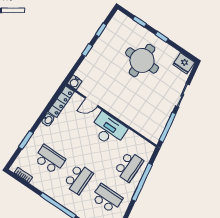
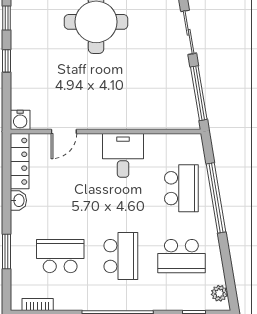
desk: (108, 130) -> (123, 155), width x0.73
school desk: (107, 198) -> (181, 256), turned 180

